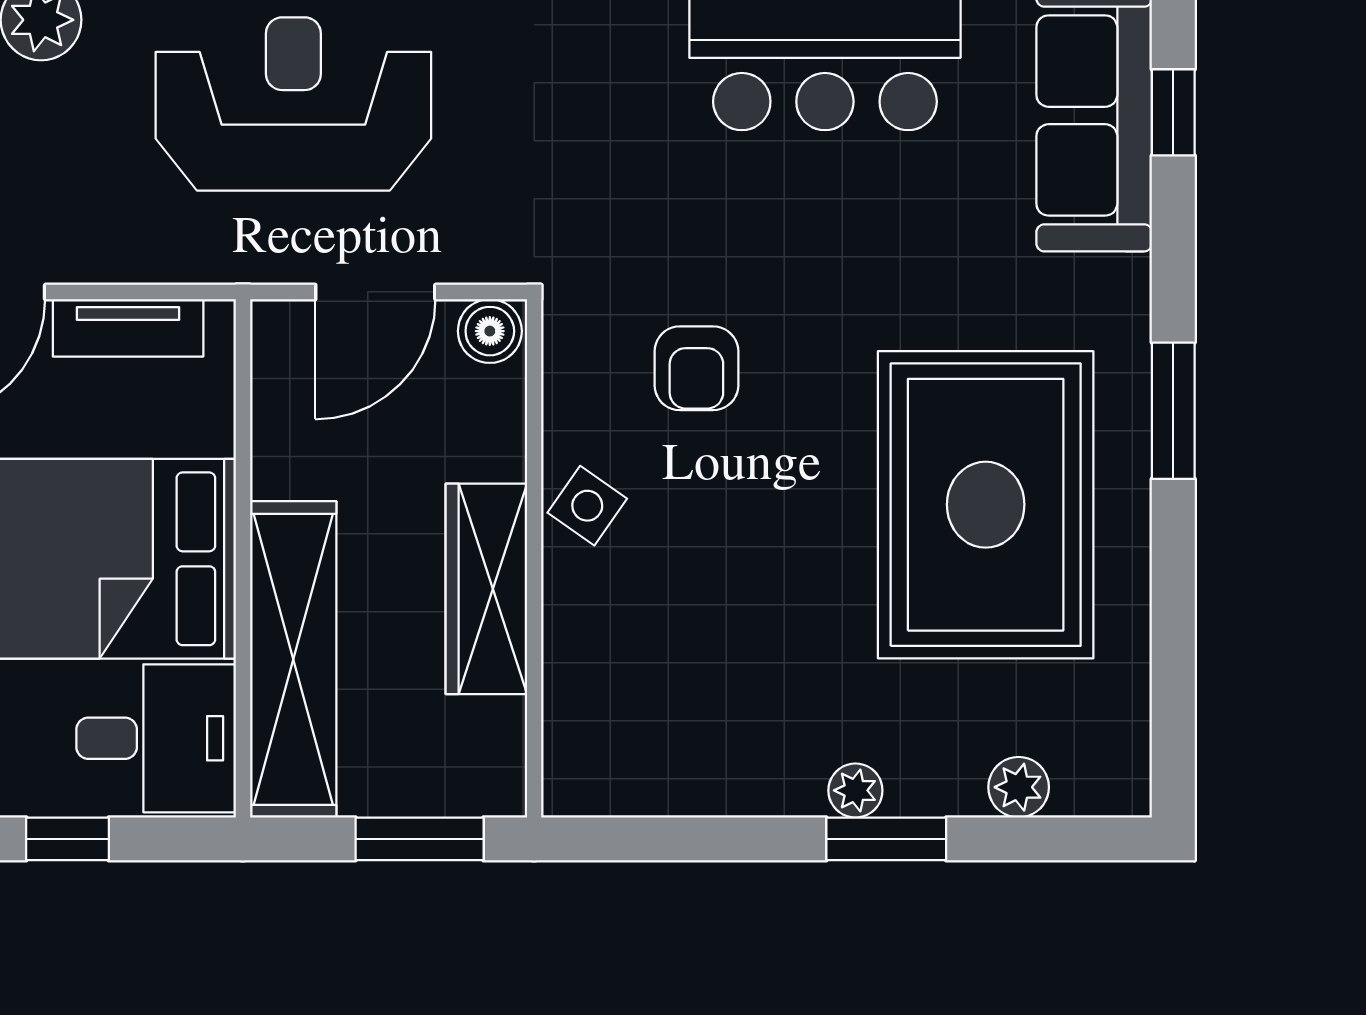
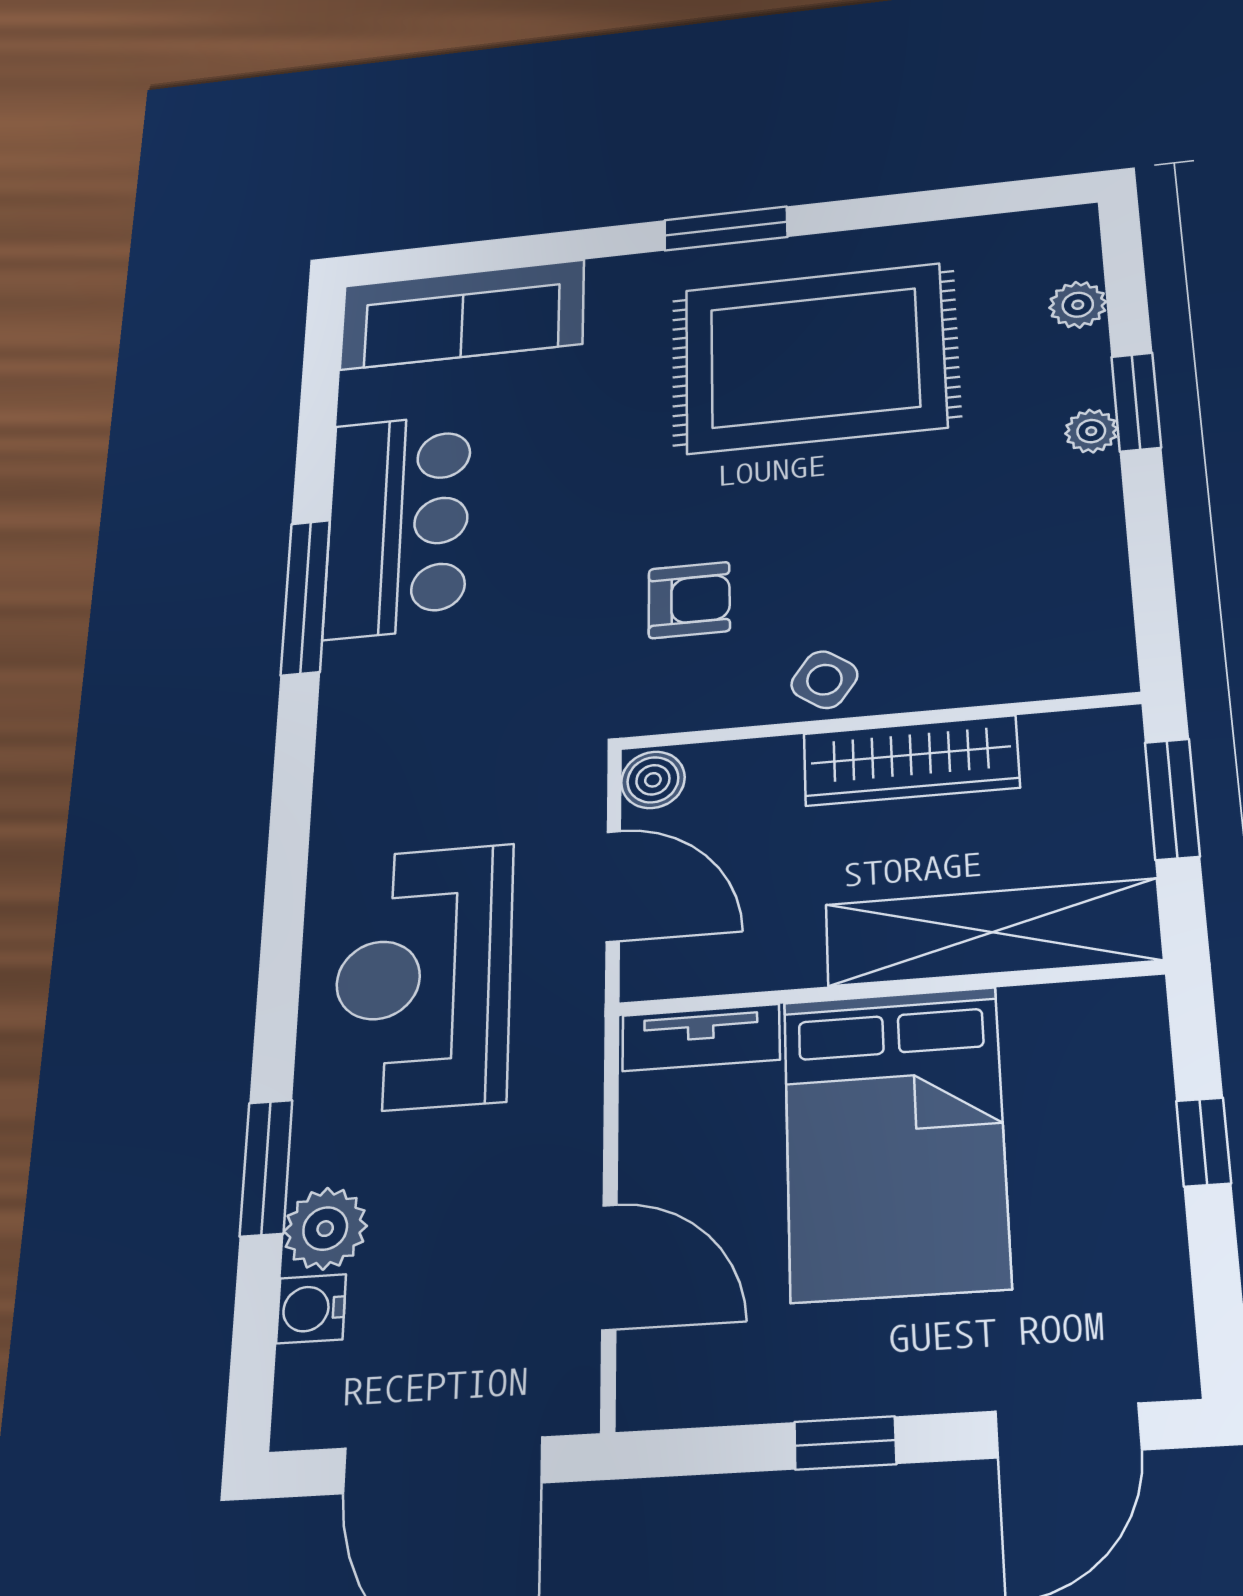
window: (1173, 112) -> (462, 258), removed
tv unit: (128, 328) -> (701, 1038), moved, turned 90
desk: (156, 738) -> (1086, 1060), removed

